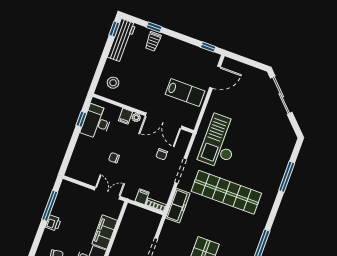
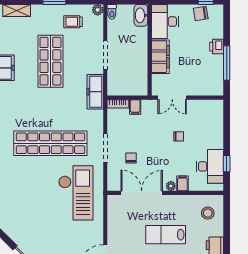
lab bench: (185, 93) -> (166, 235), moved
freezer: (178, 206) -> (95, 92), moved

